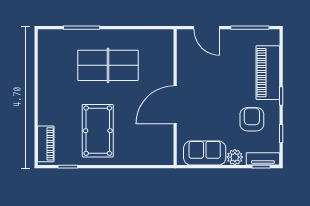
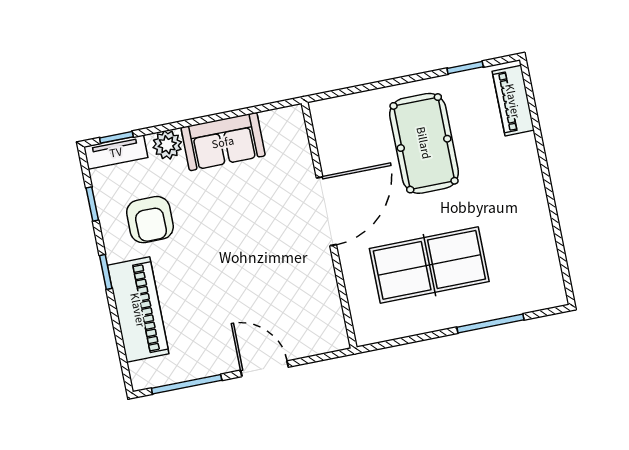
wall: (175, 97) -> (329, 225), moved
door: (175, 105) -> (326, 211), moved

